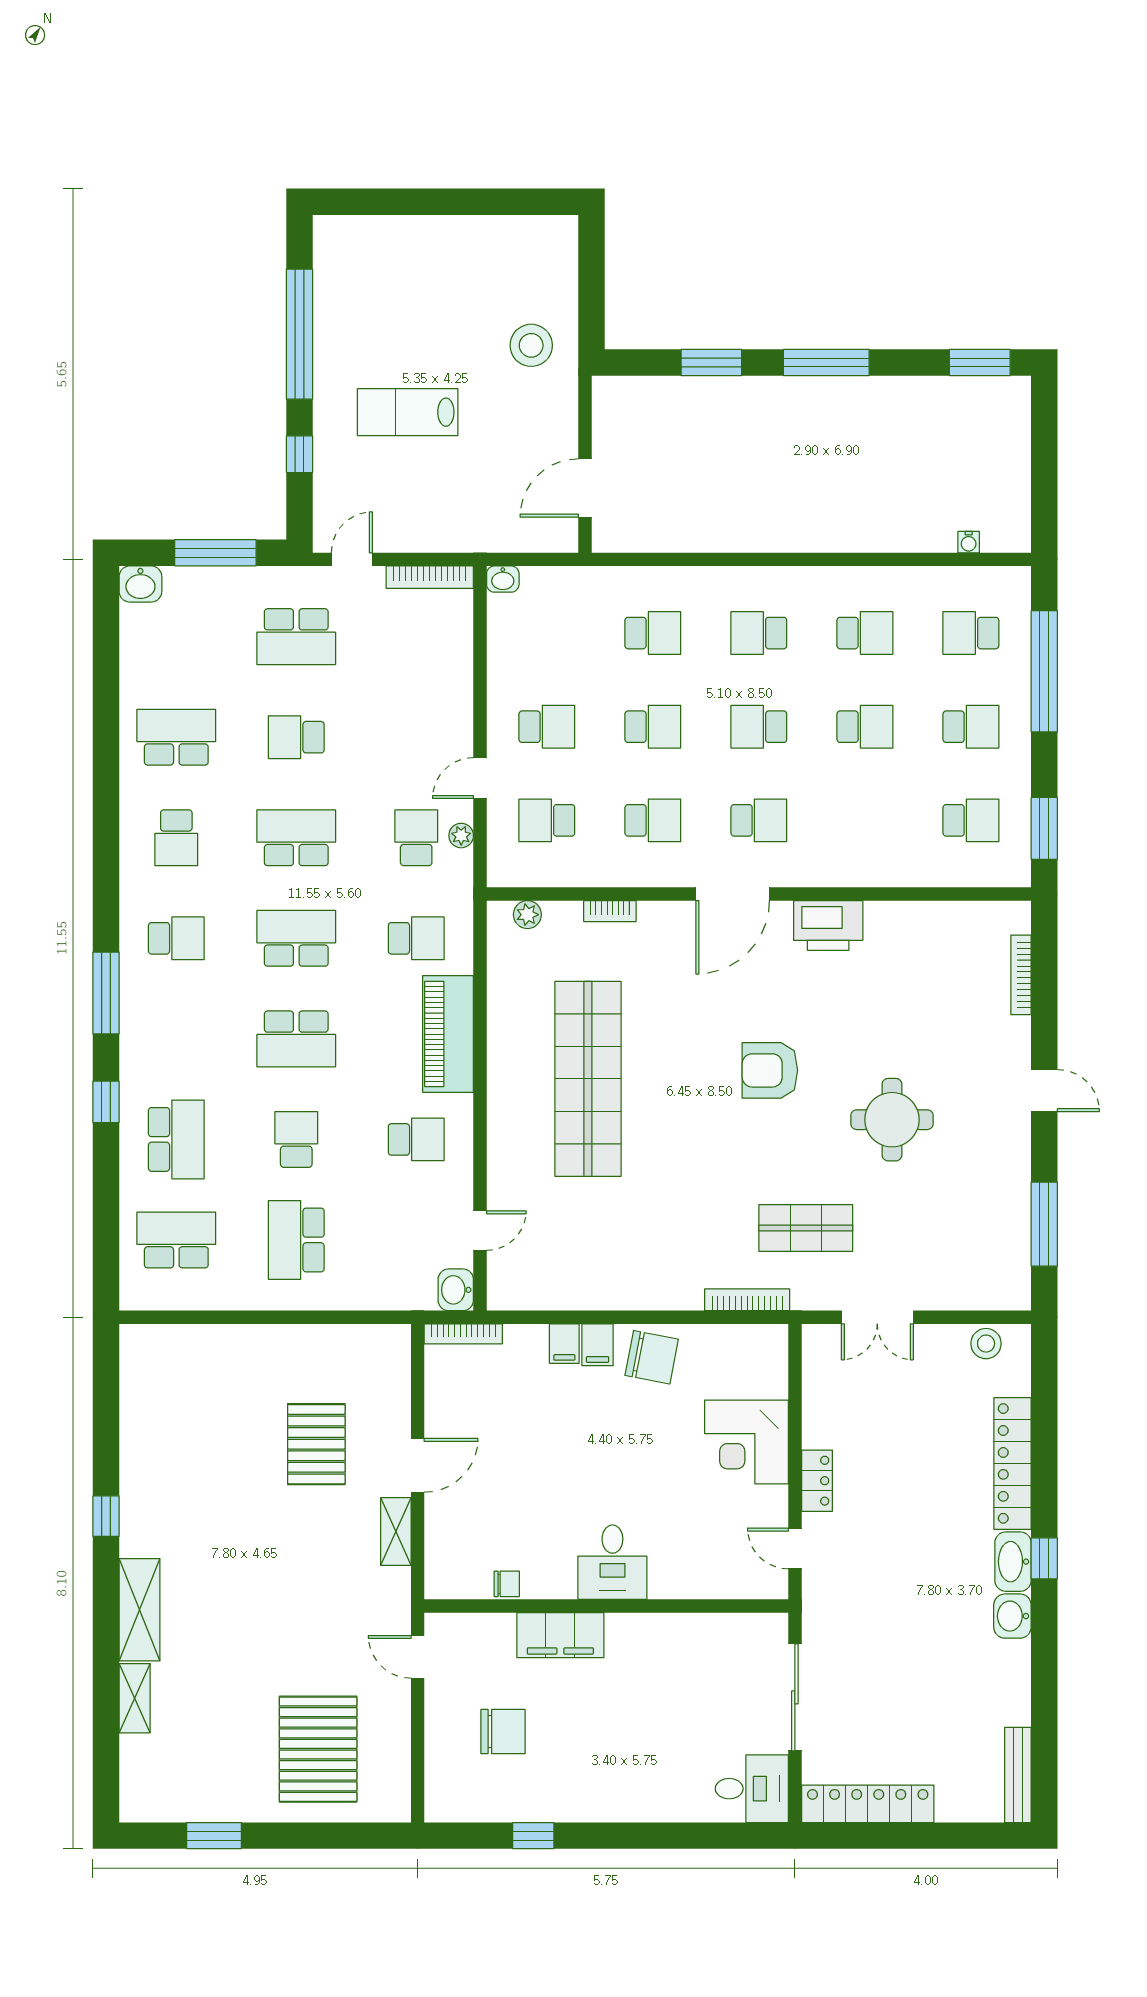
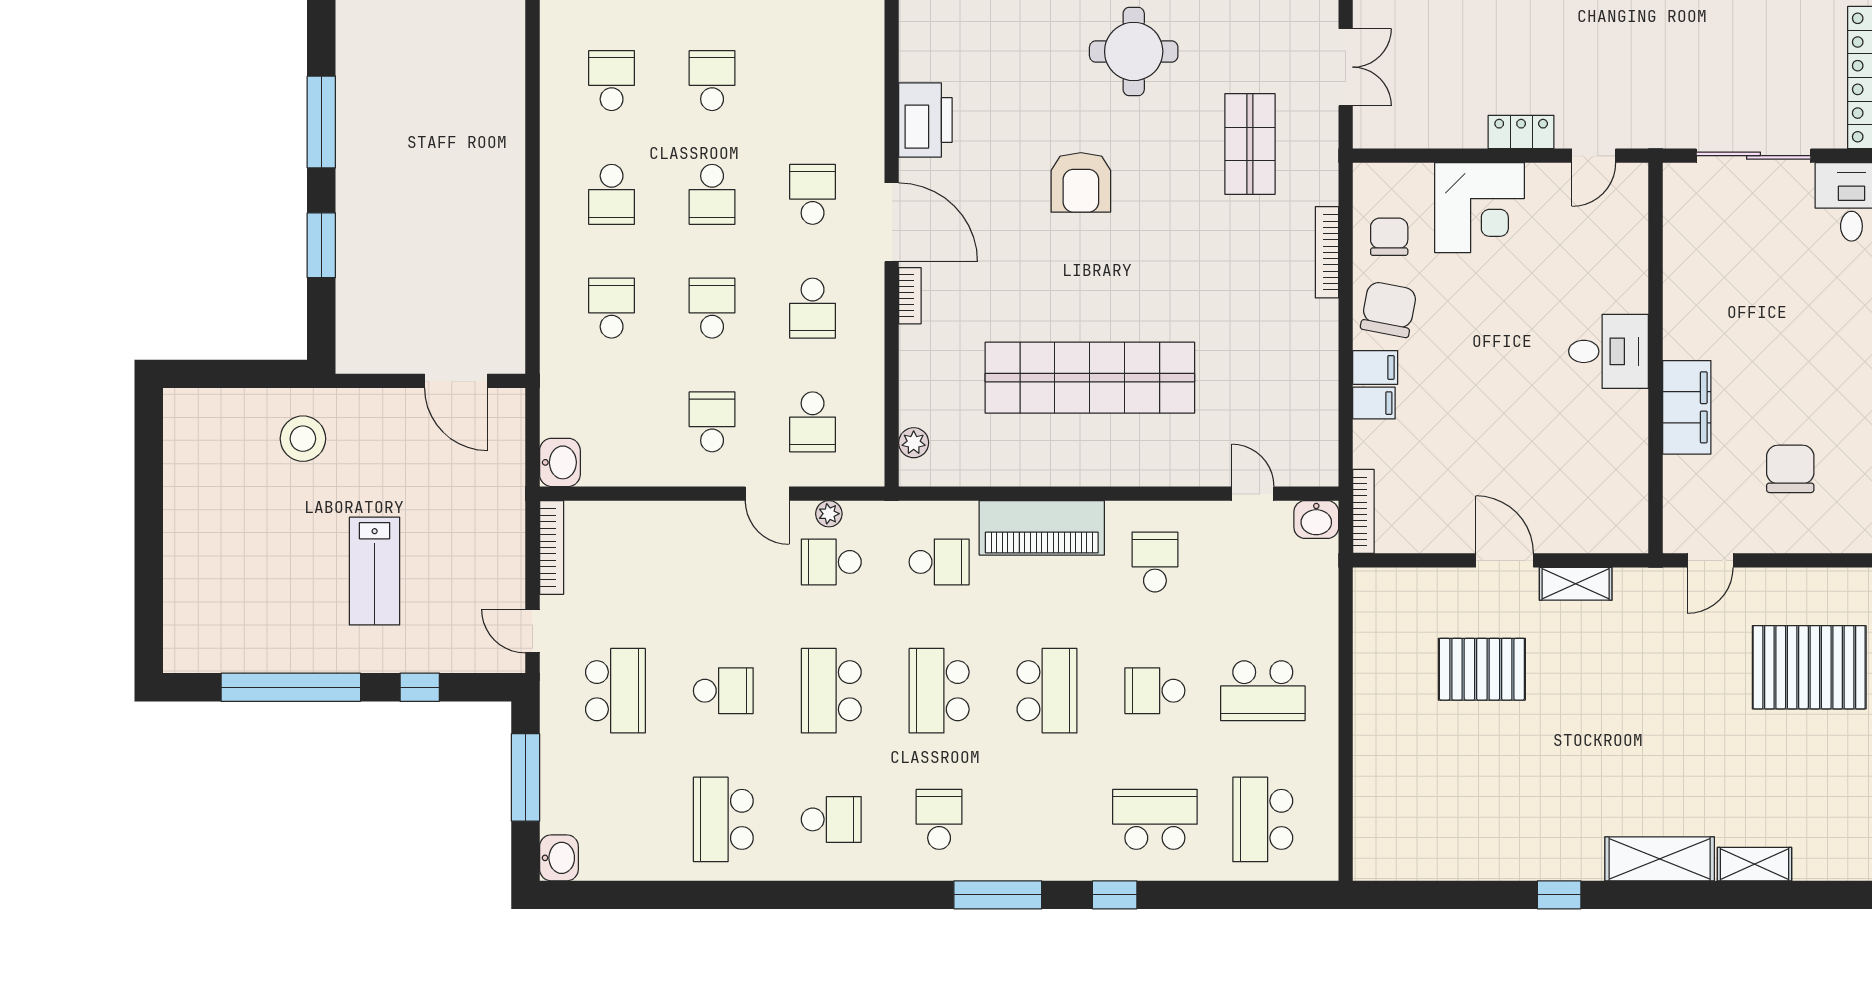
washbasin: (503, 579) -> (560, 462), width x1.38, depth x1.45
school desk: (296, 737) -> (723, 691), turned -90
school desk: (653, 820) -> (813, 308), turned 180
bookcase: (610, 911) -> (910, 296), moved
school desk: (416, 938) -> (939, 562), turned 90
bookcase: (747, 1300) -> (1327, 252), moved
chair: (507, 1584) -> (1389, 237), moved, width x1.37, depth x1.37

